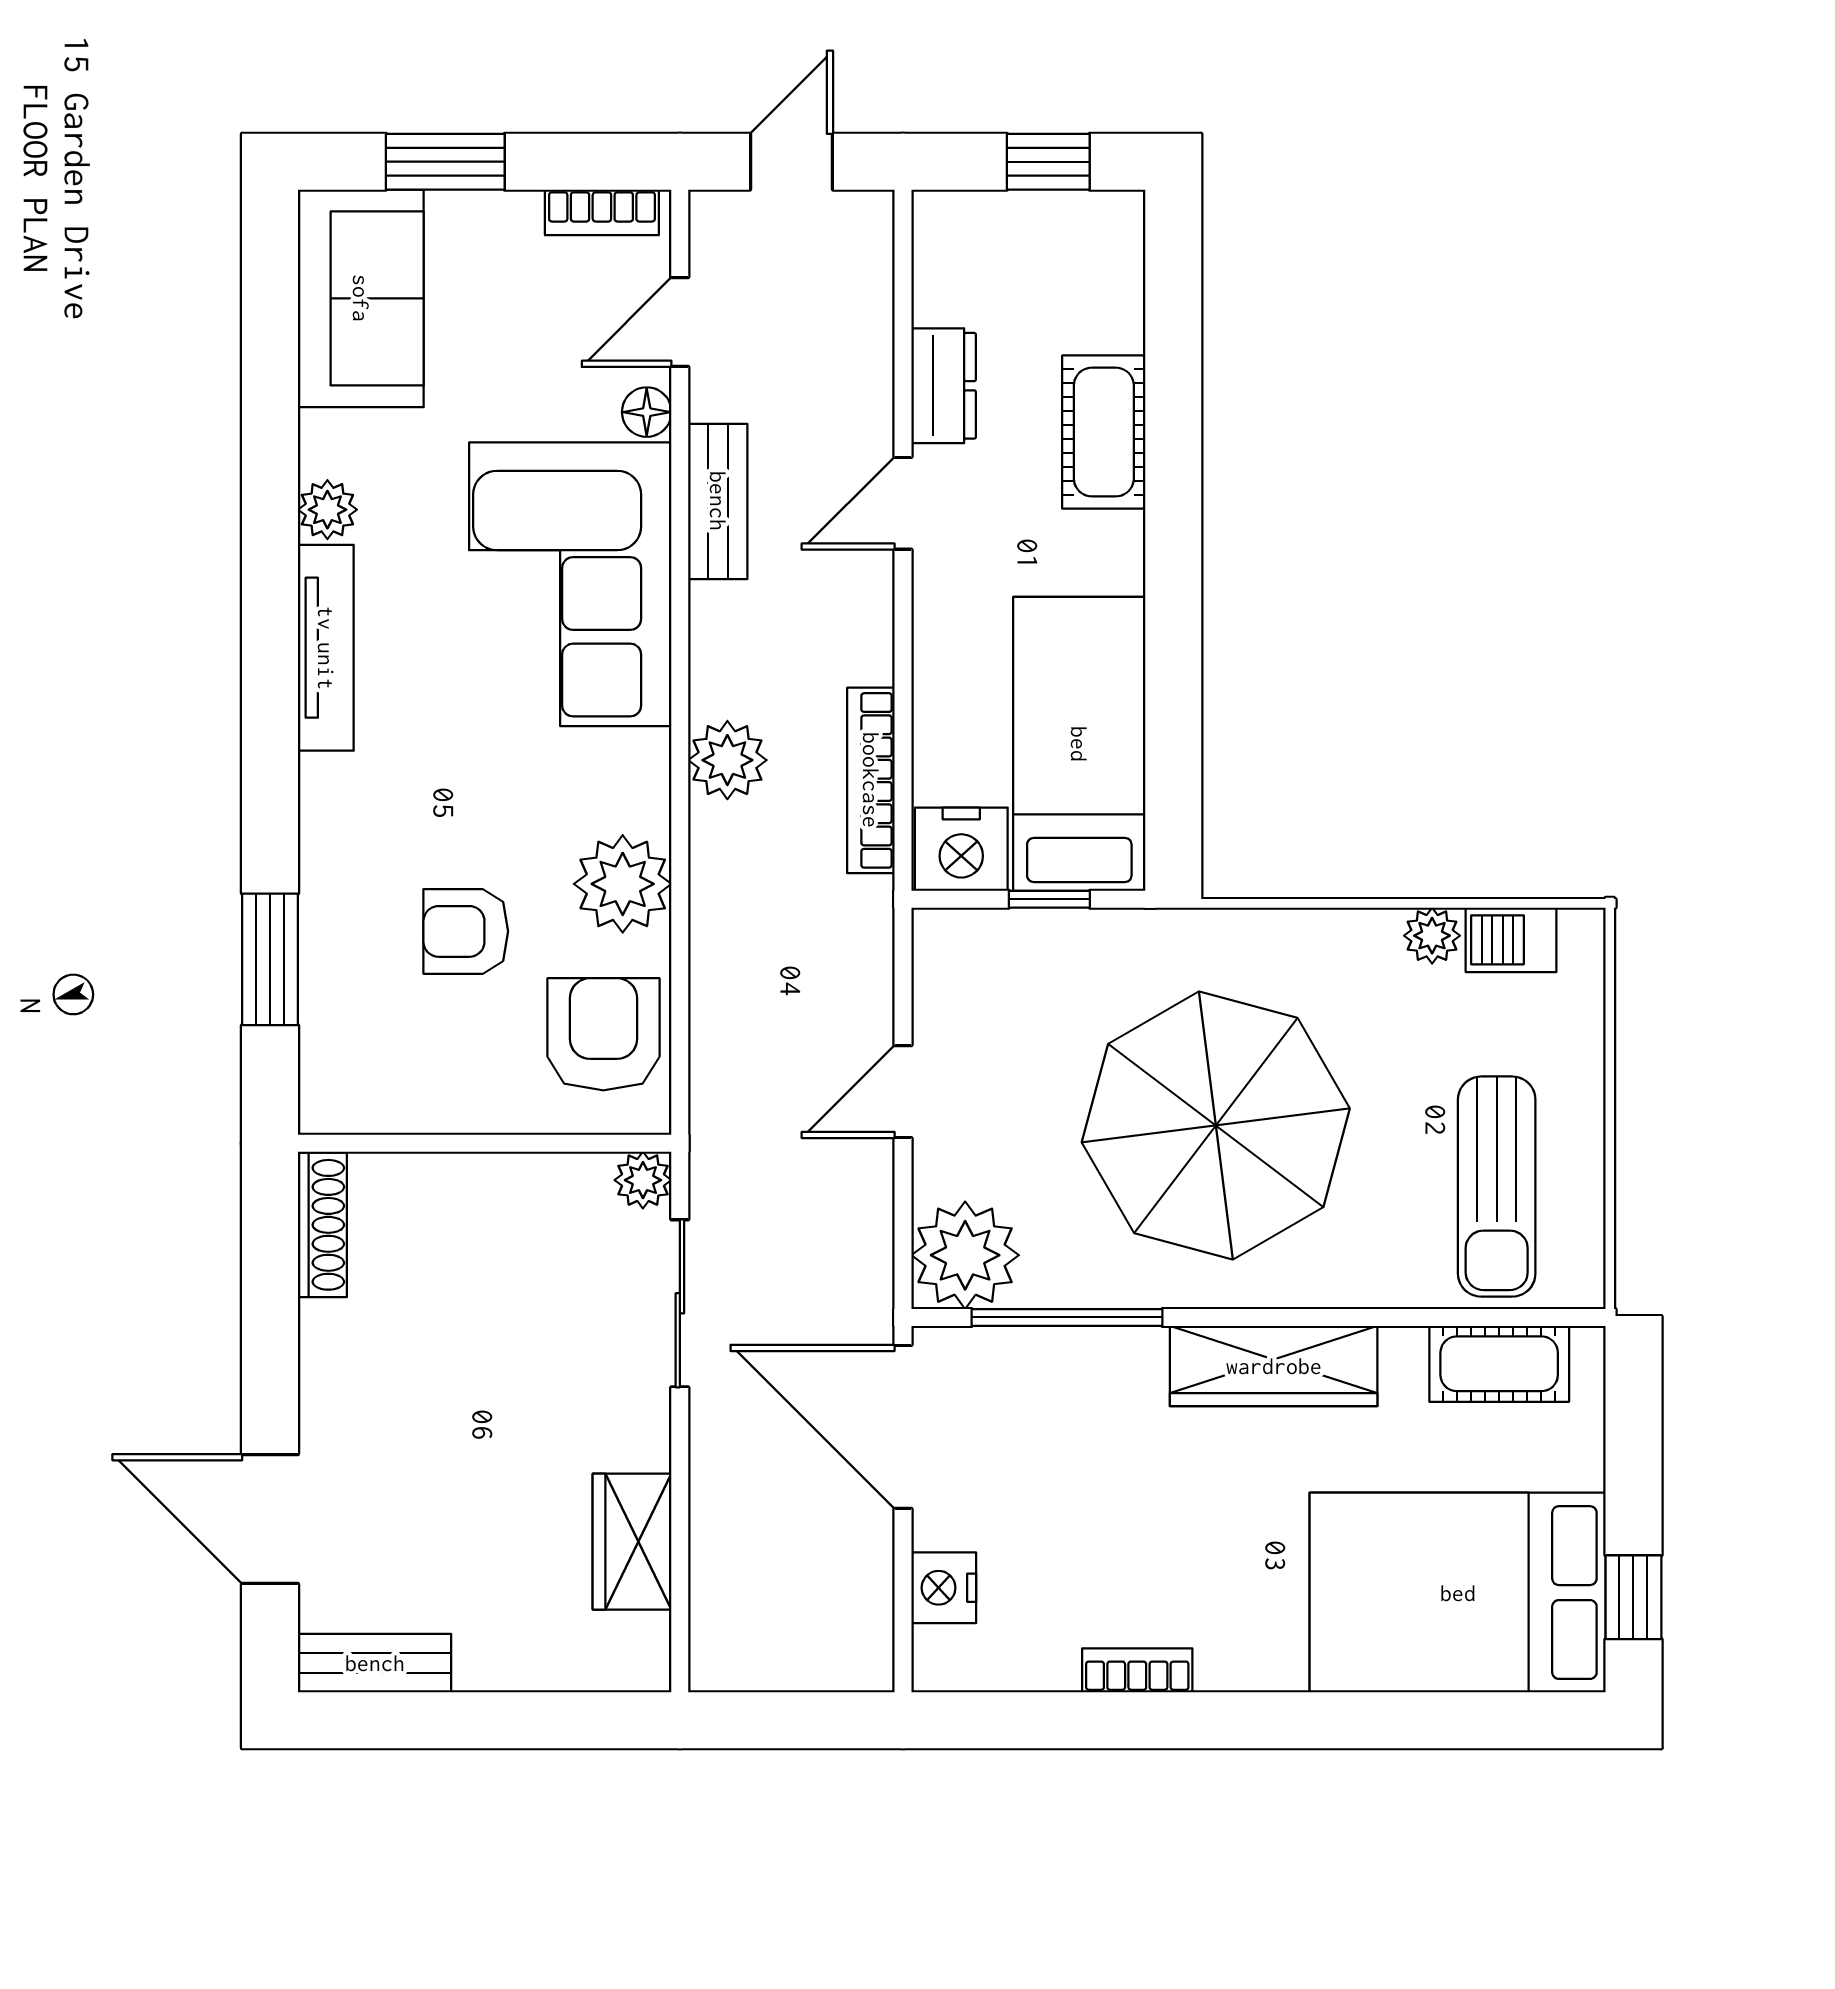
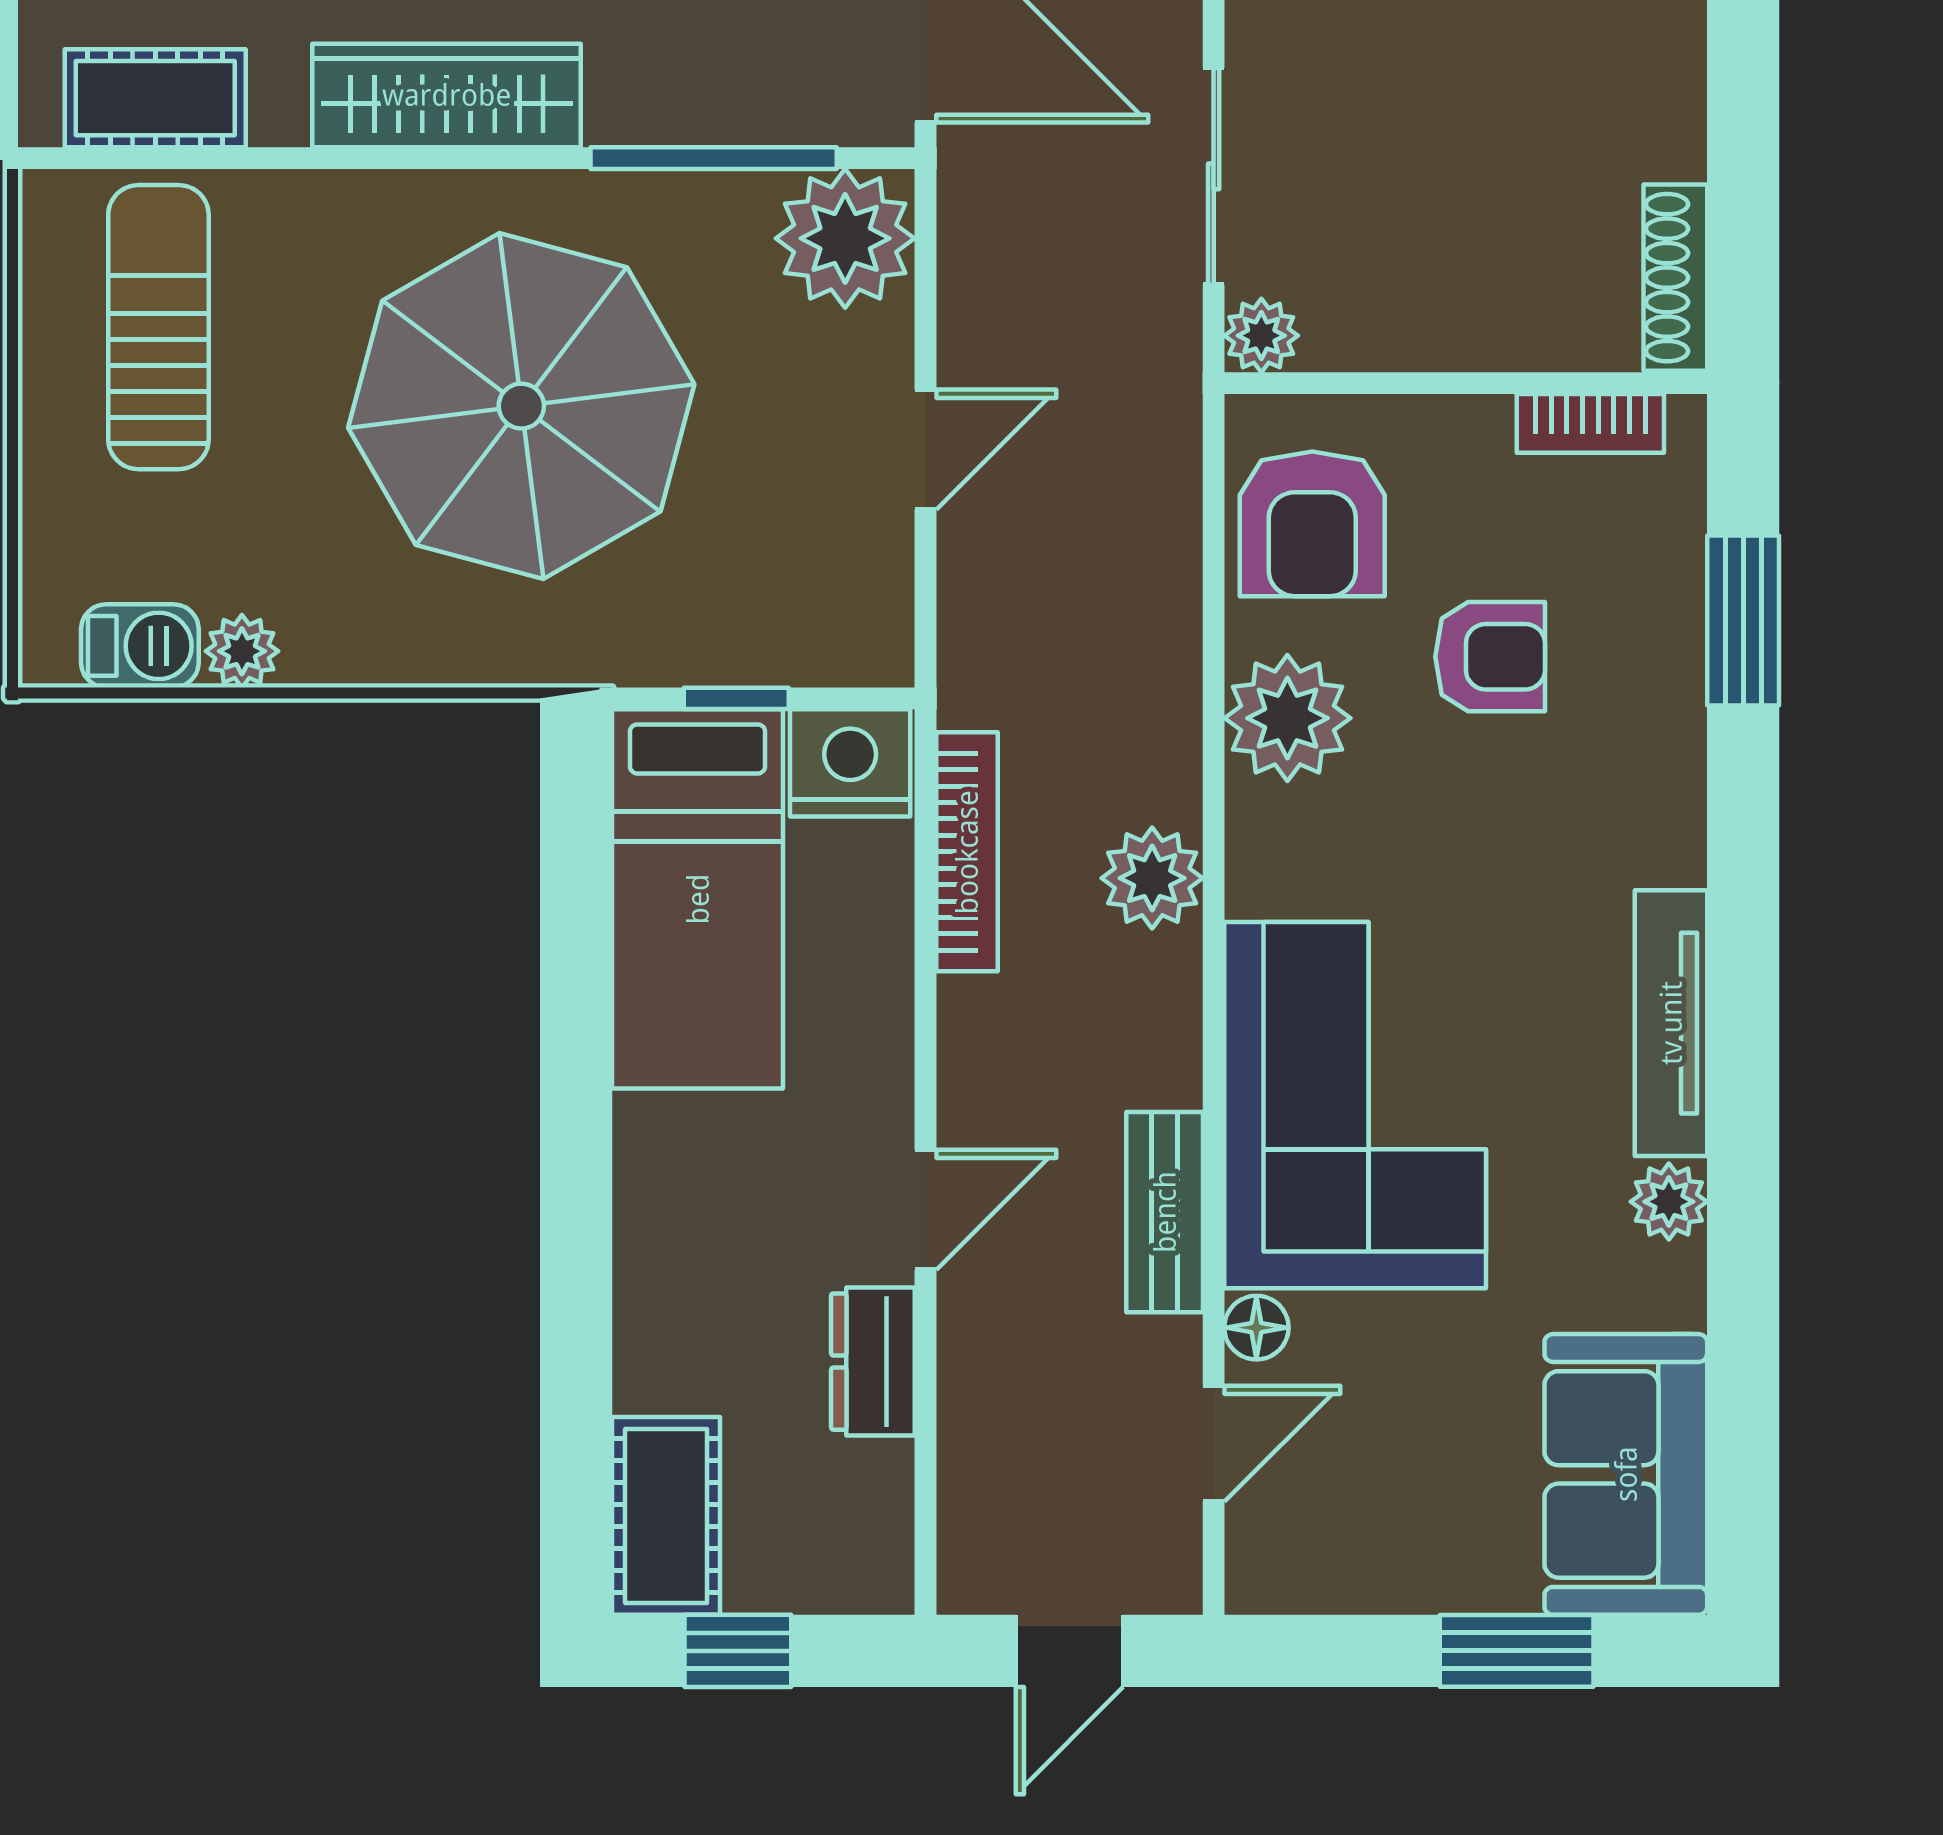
bookcase: (602, 212) -> (1590, 423), moved, turned 180
cot: (1104, 432) -> (666, 1516), moved

